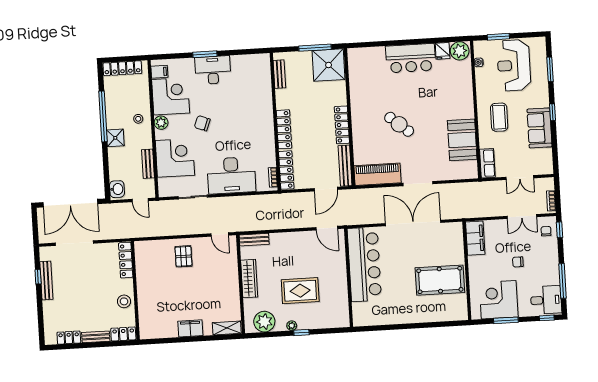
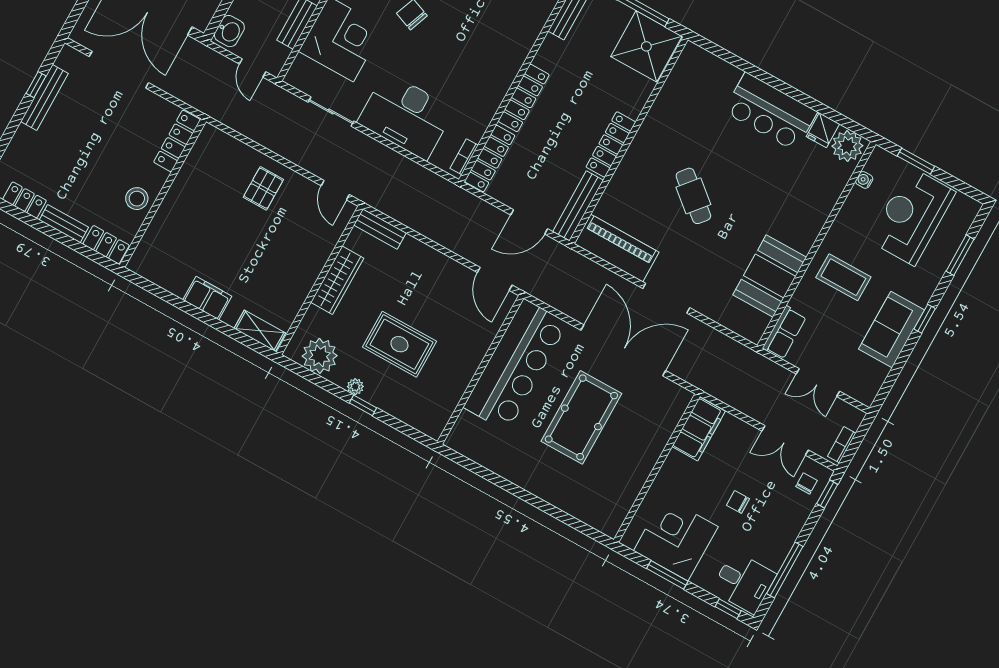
coffee table: (499, 117) -> (843, 277), turned 90
pool table: (440, 280) -> (581, 417), moved, turned 90

